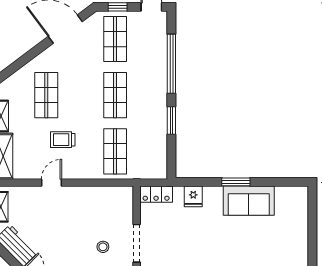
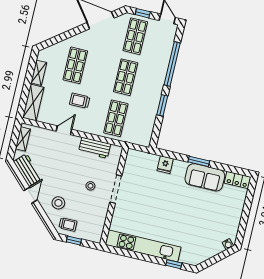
locker: (156, 194) -> (237, 180), moved
workbench: (97, 196) -> (95, 148), added

